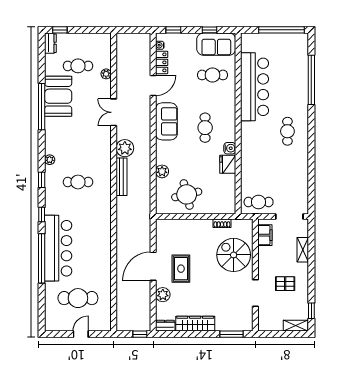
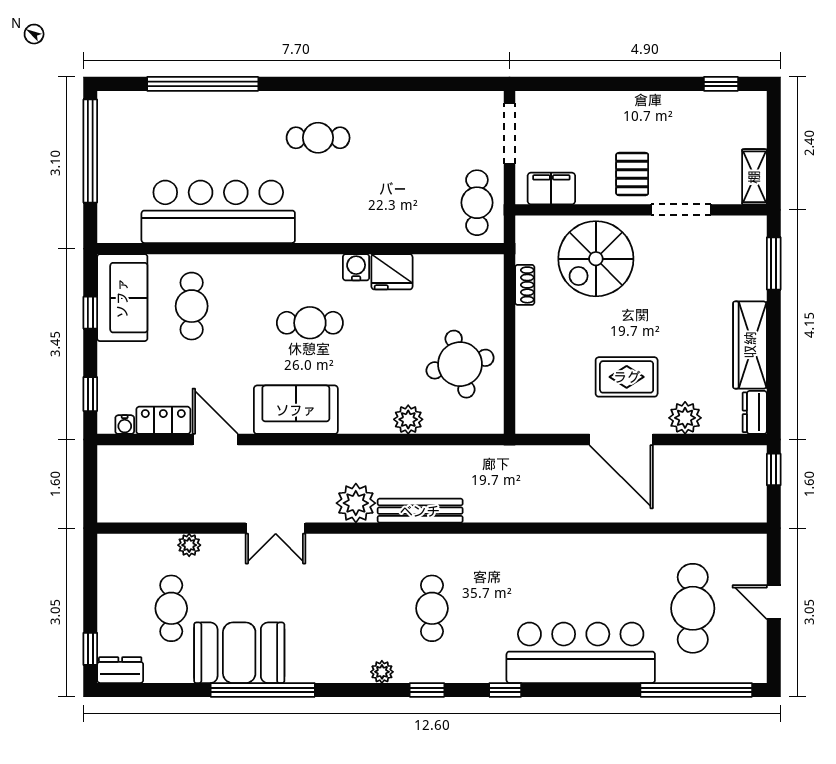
shelving: (303, 250) -> (584, 103), removed
window: (42, 258) -> (696, 690), moved
pallet: (285, 284) -> (632, 174), moved
shelving: (296, 326) -> (754, 177), moved

